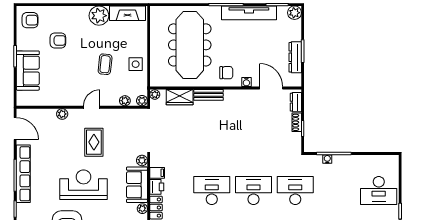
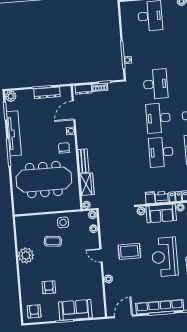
fireplace: (128, 13) -> (22, 232), removed
coffee table: (105, 64) -> (53, 241), moved
desk: (295, 191) -> (156, 84), turned 180

